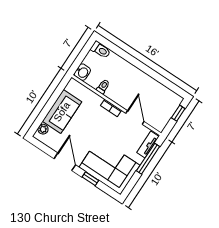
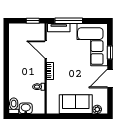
washbasin: (82, 72) -> (26, 108), moved
window: (178, 113) -> (33, 21), moved
door: (135, 117) -> (46, 50), hinge flipped

